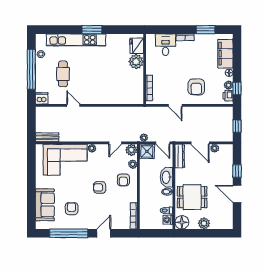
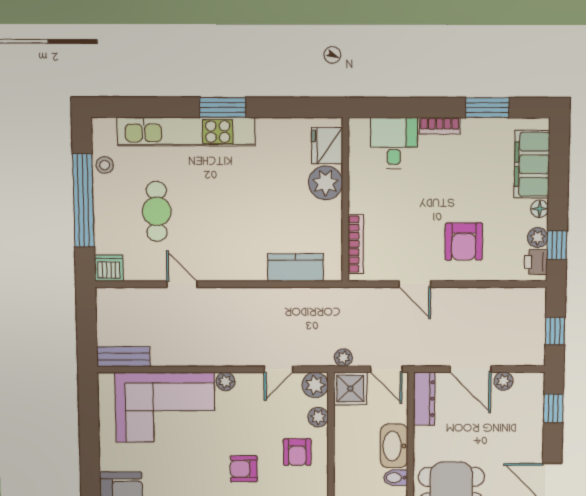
kitchen counter: (123, 98) -> (295, 267), added
window: (237, 171) -> (553, 408), moved

